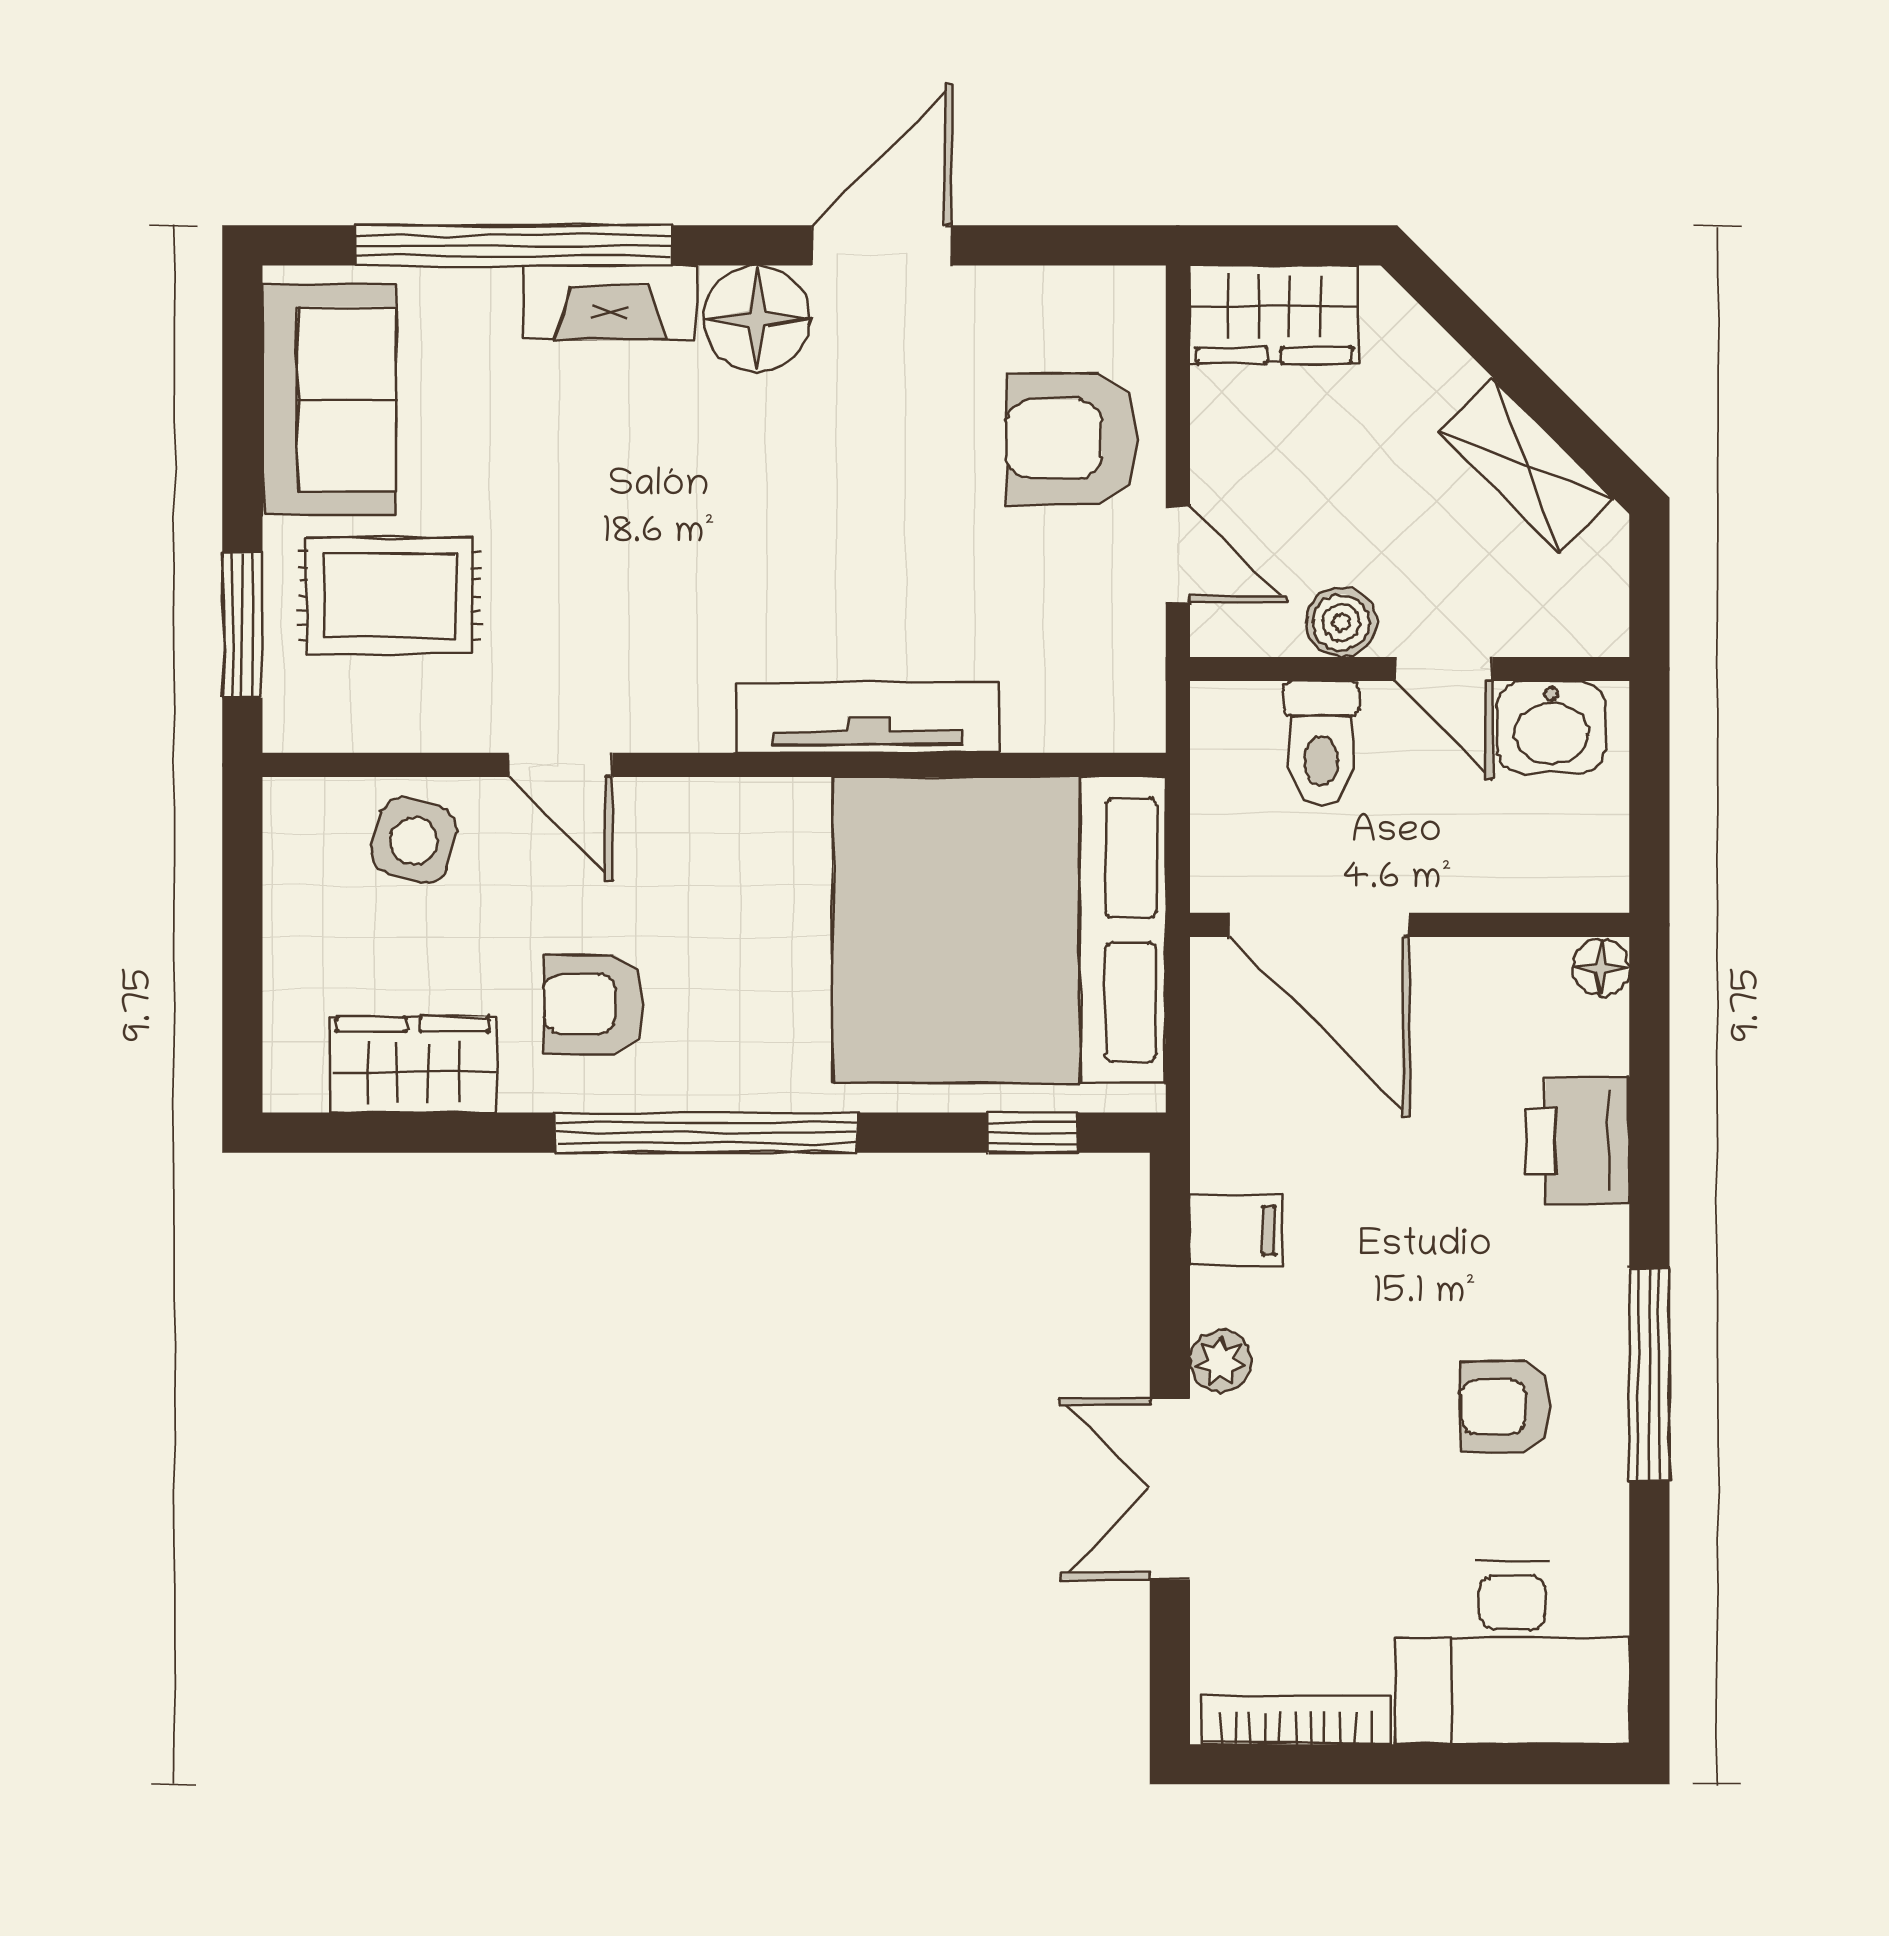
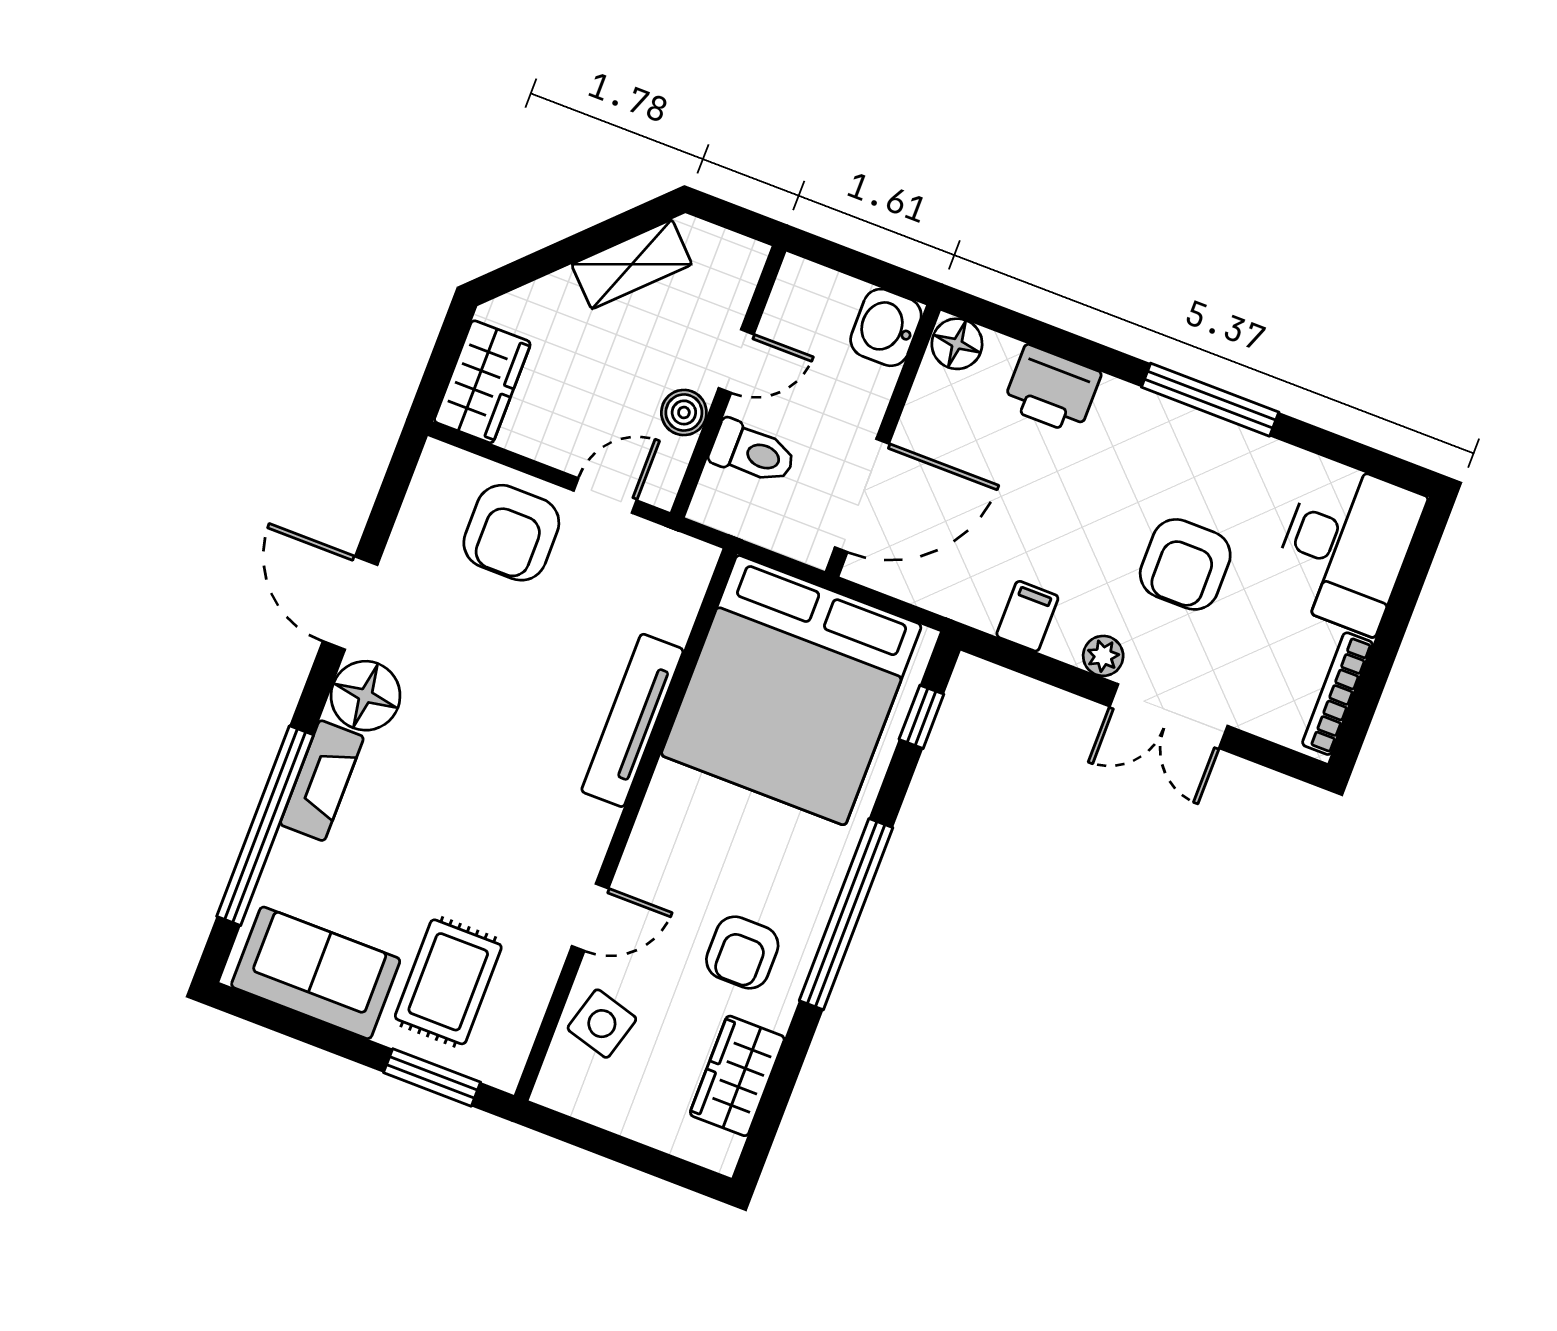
washbasin: (1551, 727) -> (886, 327), moved, turned 180
floor lamp: (1601, 968) -> (957, 344), width x1.37, depth x1.37
armchair: (1506, 1407) -> (1185, 564), moved, width x1.38, depth x1.38

